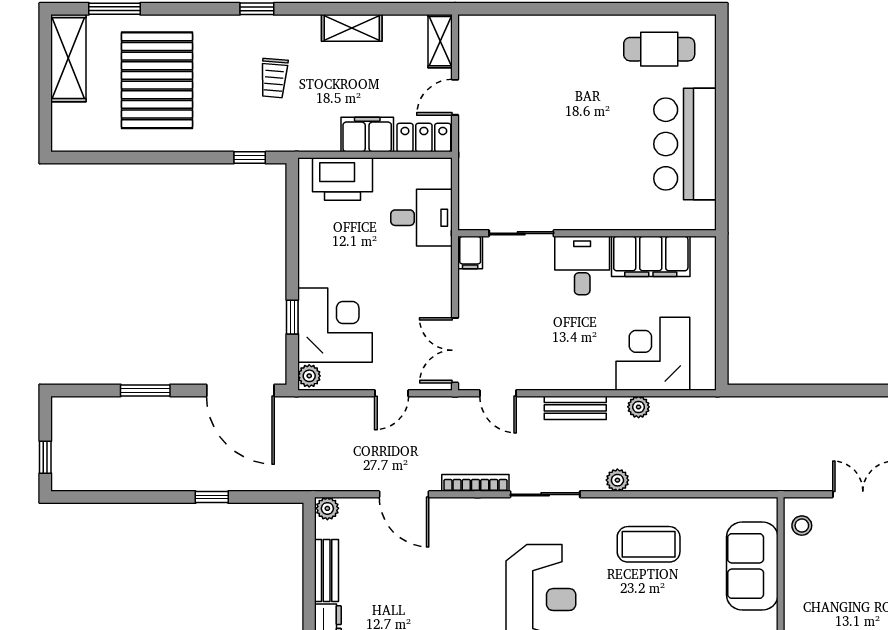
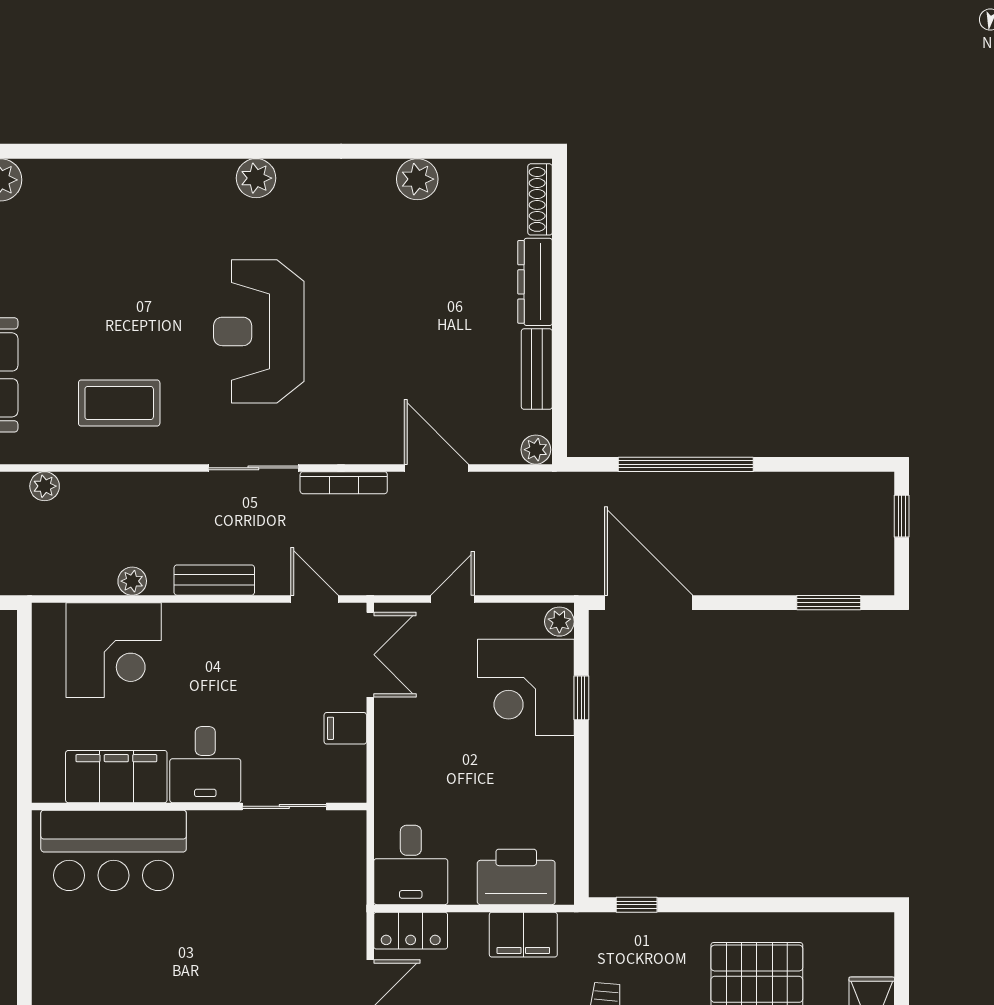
filing cabinet: (367, 134) -> (523, 935), moved
bar counter: (685, 144) -> (114, 850), moved, turned 90
desk: (422, 218) -> (411, 865), moved, turned -90
filing cabinet: (470, 252) -> (345, 728), moved, turned -90
window: (145, 390) -> (829, 603), moved
plant: (617, 480) -> (45, 486), moved
window: (212, 497) -> (686, 464), width x3.17

